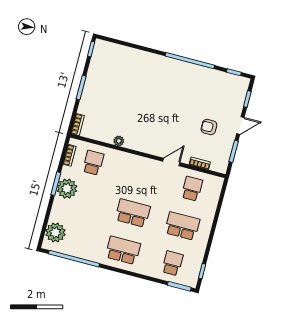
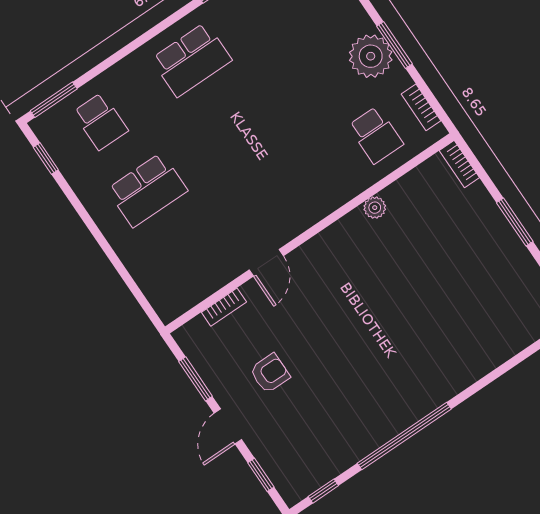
school desk: (192, 189) -> (194, 259), removed
school desk: (133, 213) -> (238, 128), removed

